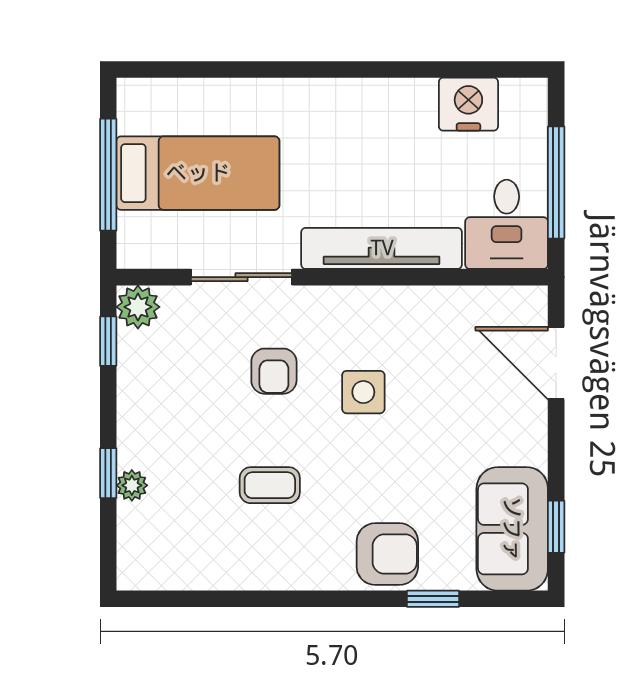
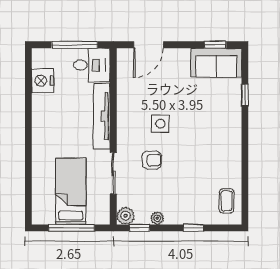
plant: (132, 485) -> (157, 218), moved
coffee table: (270, 485) -> (226, 201), moved
armchair: (387, 554) -> (227, 114), removed

